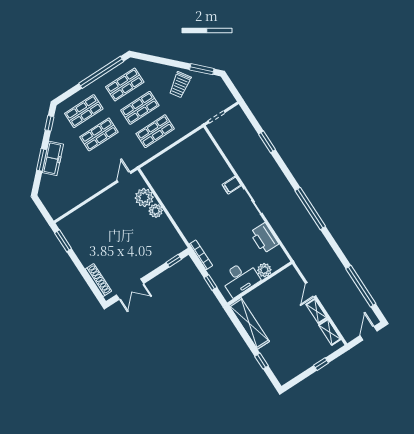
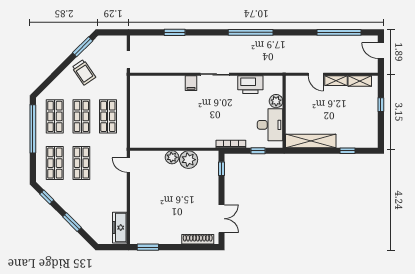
freezer: (53, 158) -> (120, 228), moved, turned -135
plant: (144, 198) -> (189, 160), moved

